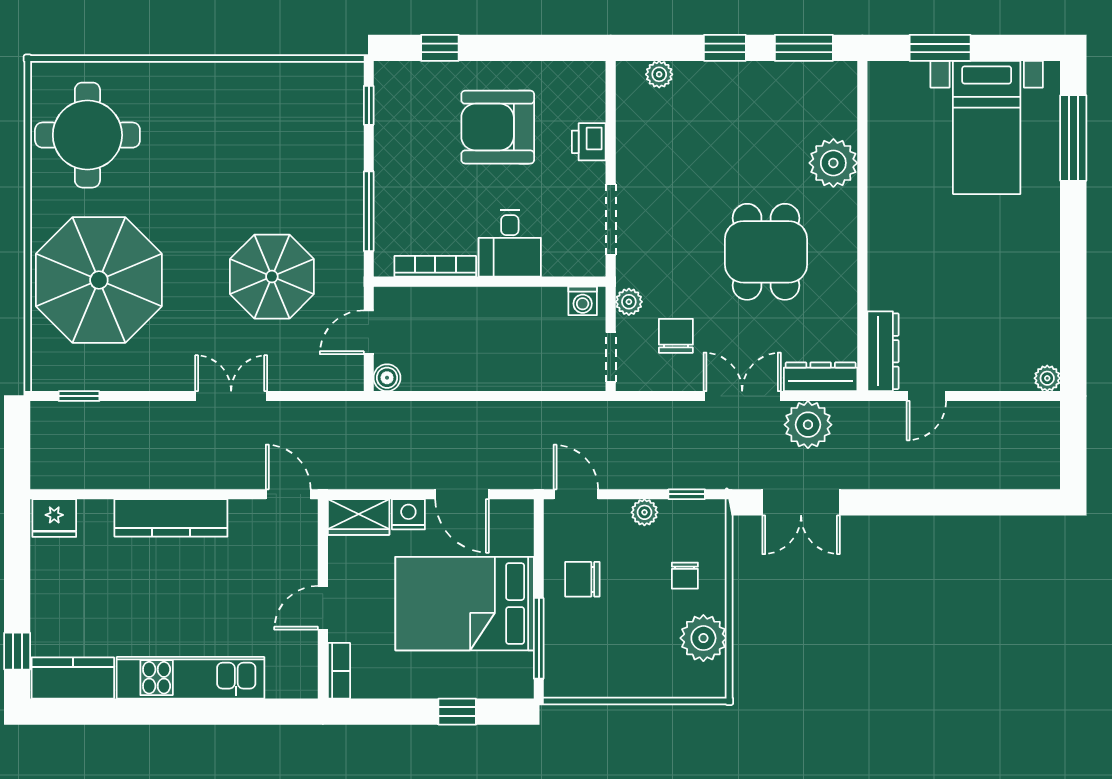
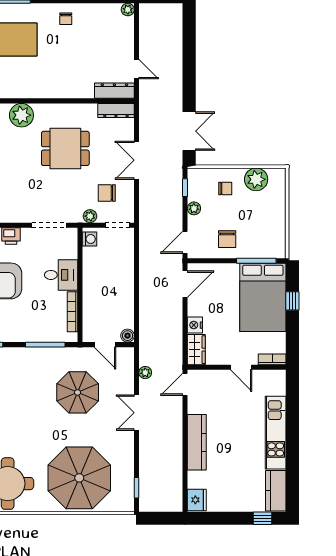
chair: (1029, 253) -> (66, 19), added
dresser: (821, 377) -> (116, 110), moved, turned -90
plant: (808, 425) -> (145, 373), moved, width x0.53, depth x0.53
door: (462, 494) -> (185, 284), moved
bed: (465, 604) -> (263, 297), moved

